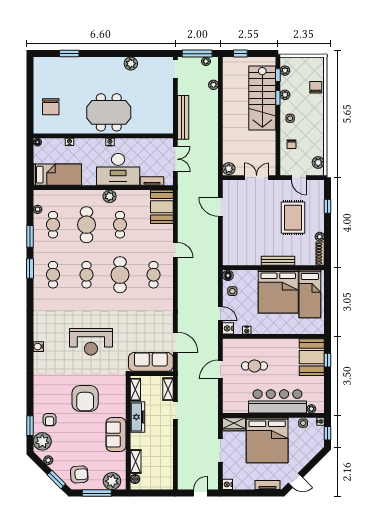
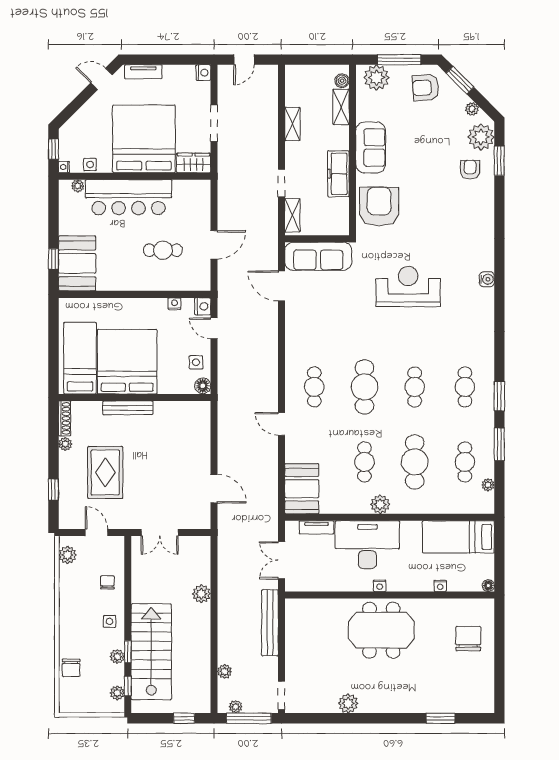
plant: (229, 169) -> (201, 594), moved
shelving: (135, 389) -> (292, 124), moved
armchair: (85, 398) -> (379, 206), moved

